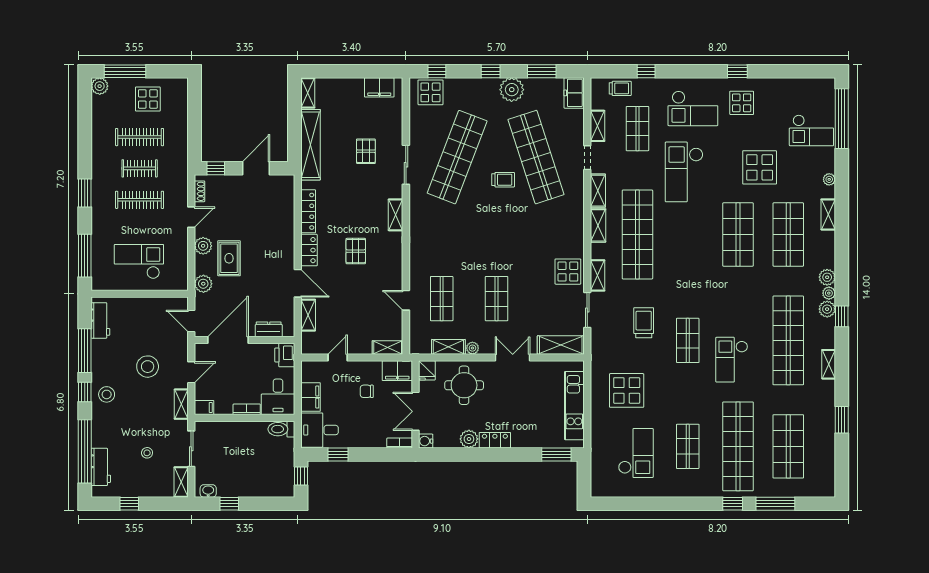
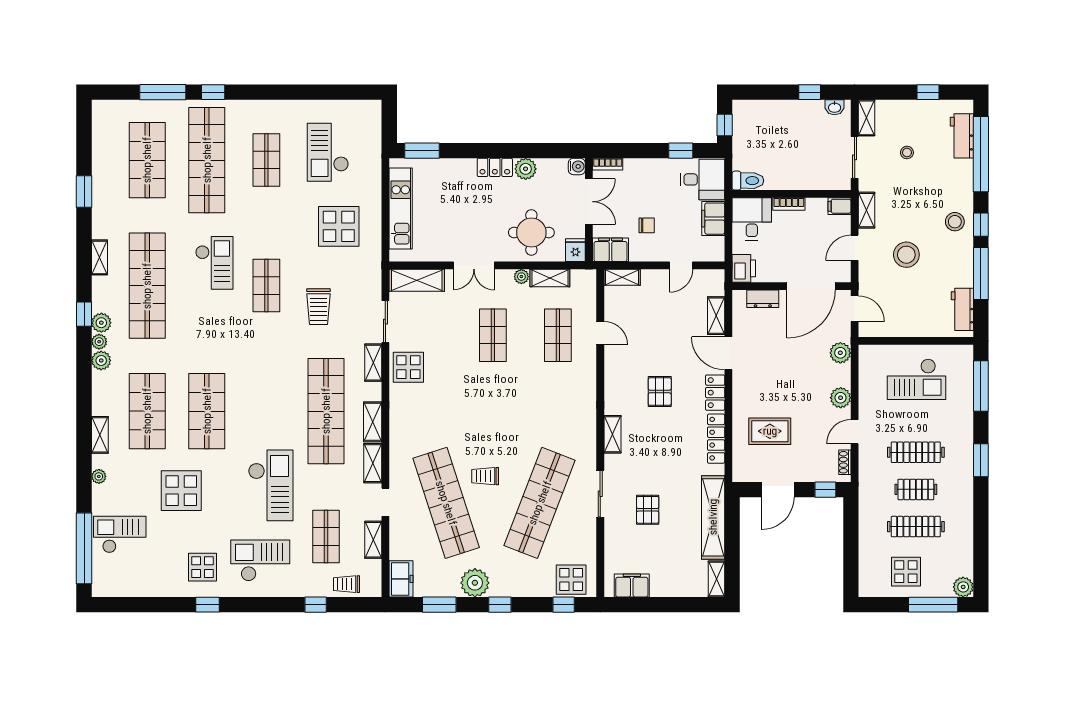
rug: (229, 258) -> (770, 431), moved, turned 90

